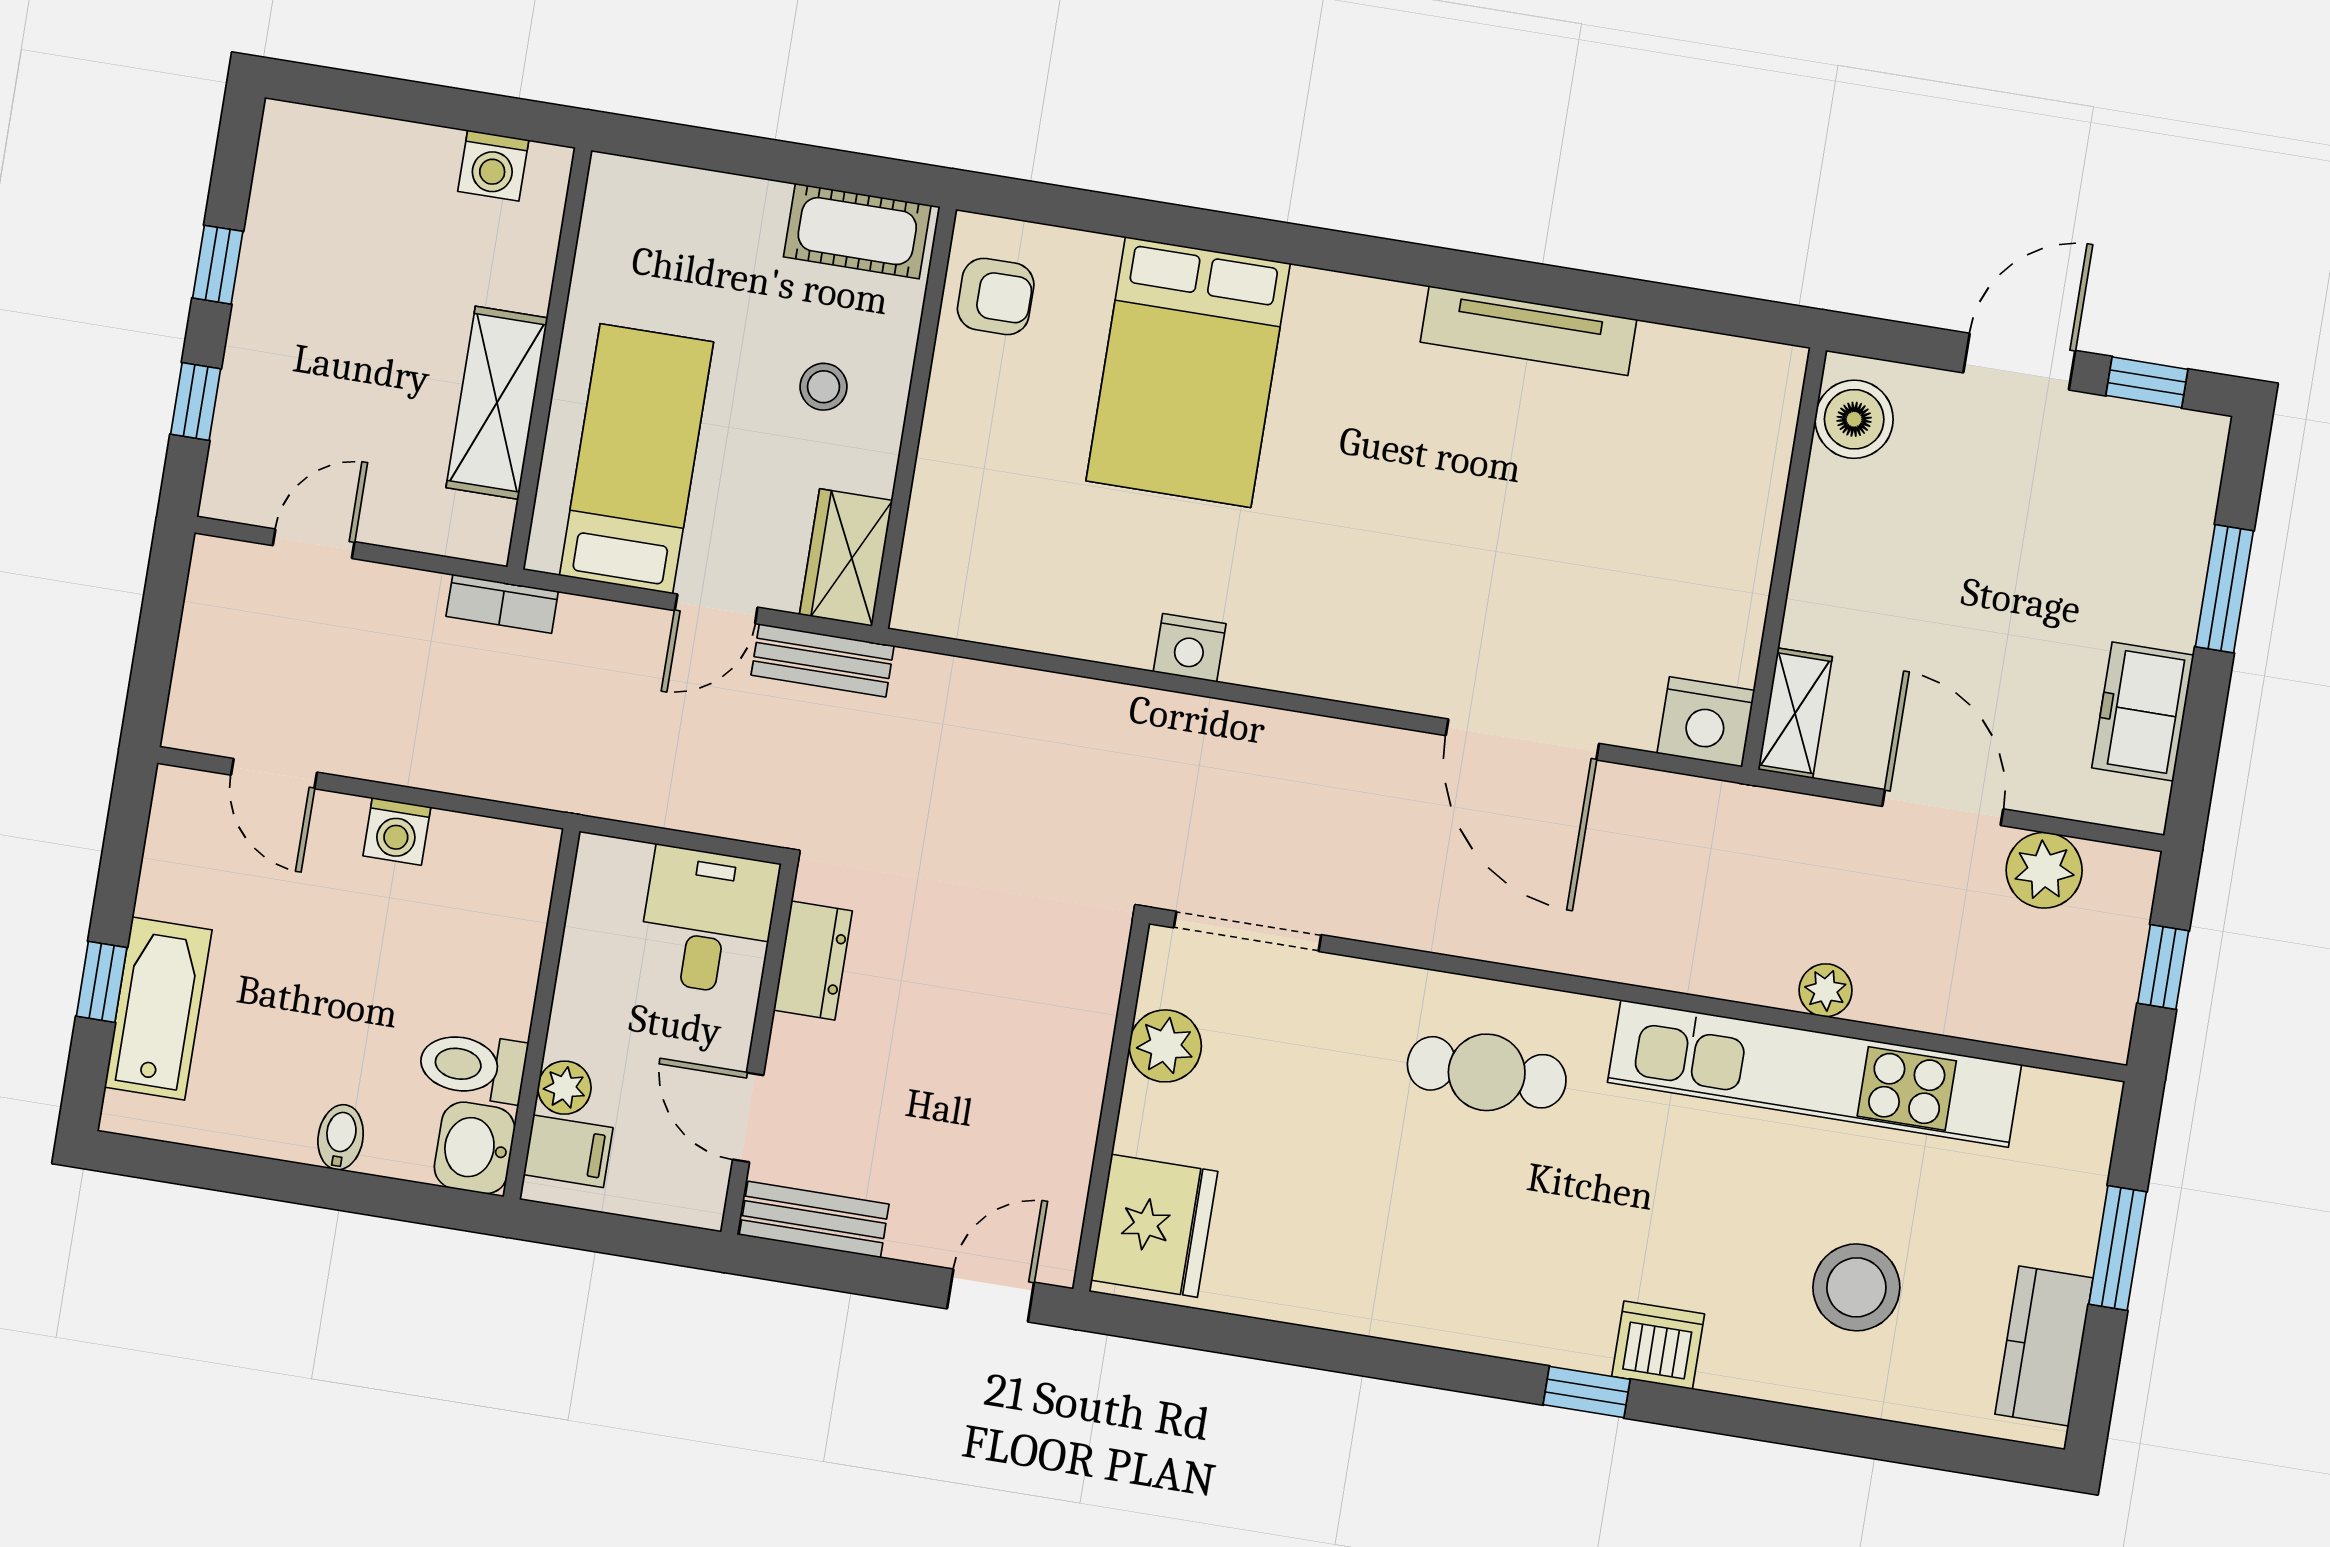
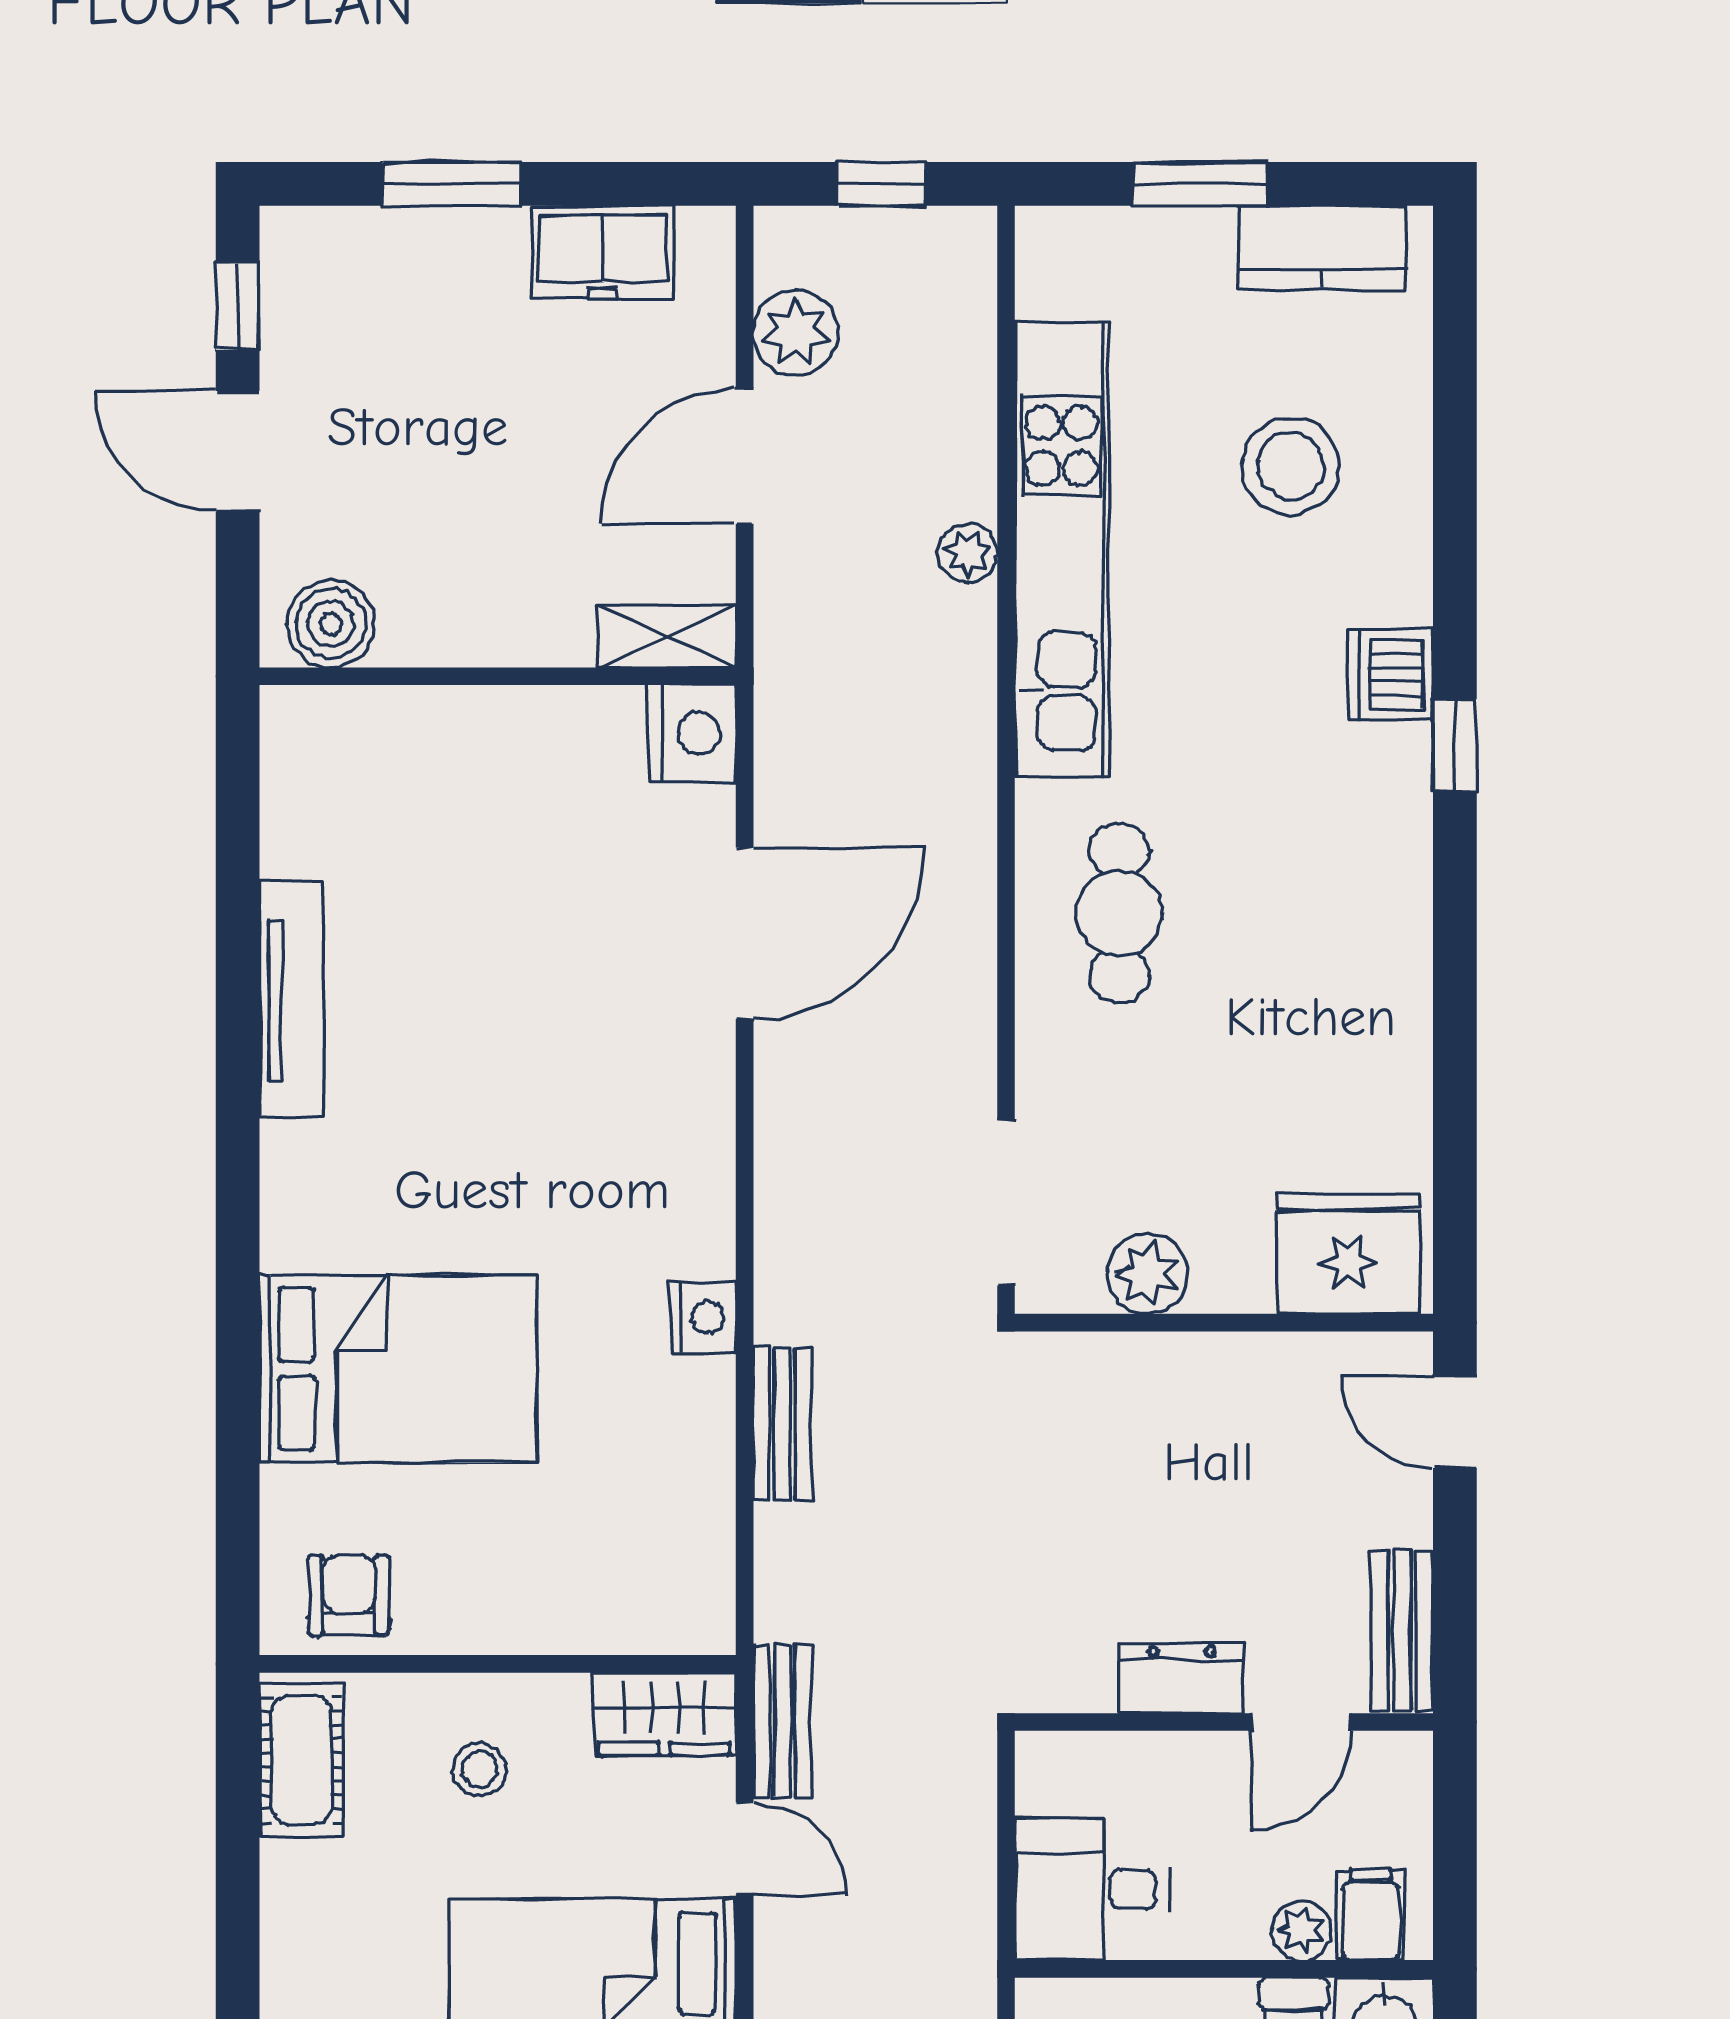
bench: (1084, 703) -> (783, 1424), added
desk: (708, 921) -> (1091, 1889), moved
dresser: (813, 961) -> (1182, 1678), moved

